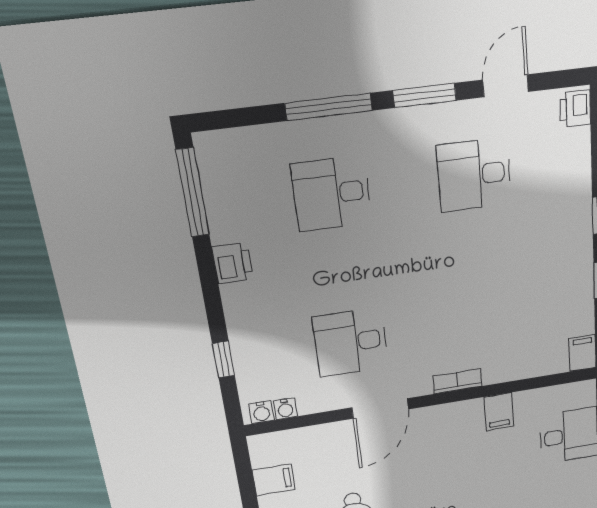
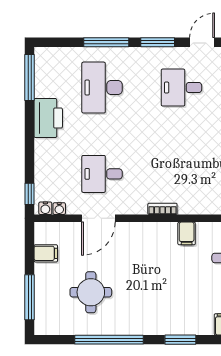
desk: (332, 194) -> (102, 88), width x1.37
printer: (232, 263) -> (48, 118), width x1.87, depth x1.48
window: (224, 360) -> (30, 194), moved
door: (380, 408) -> (98, 218), moved

